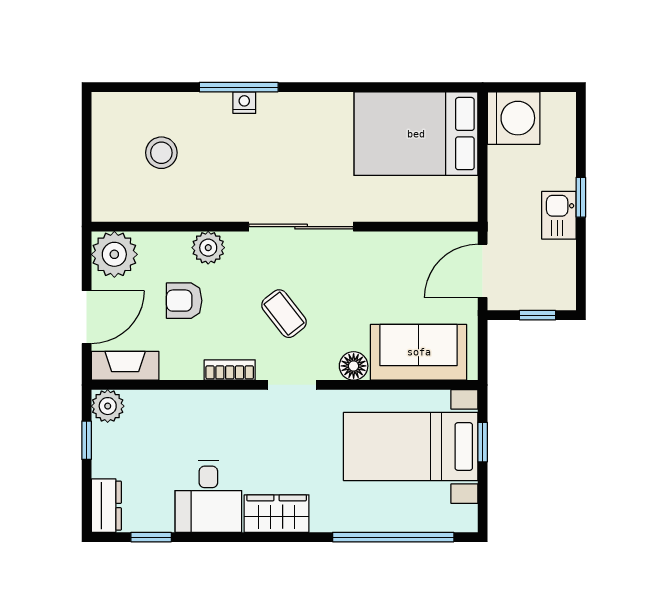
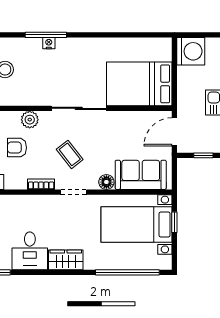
bed: (416, 134) -> (139, 84), moved

